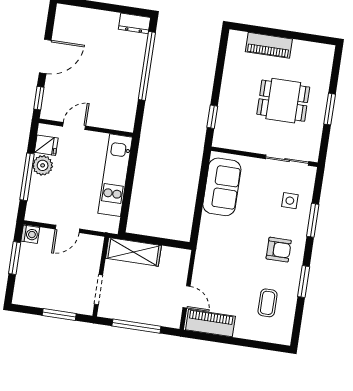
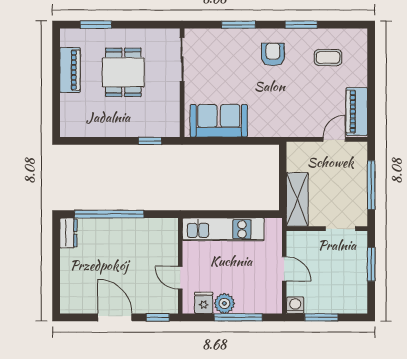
piano: (269, 45) -> (70, 70), moved
window: (330, 109) -> (96, 25), moved
side table: (290, 201) -> (222, 51), removed

